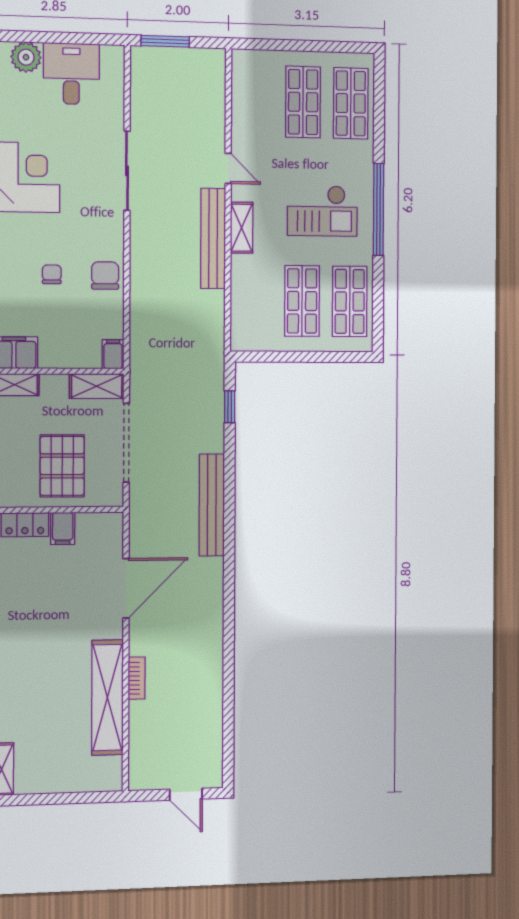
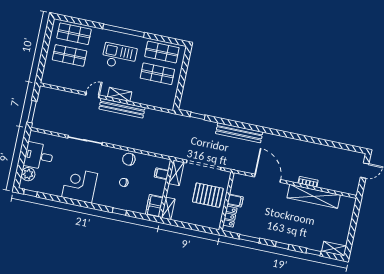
checkout: (322, 211) -> (119, 56), turned -90
filing cabinet: (113, 354) -> (162, 174), moved

